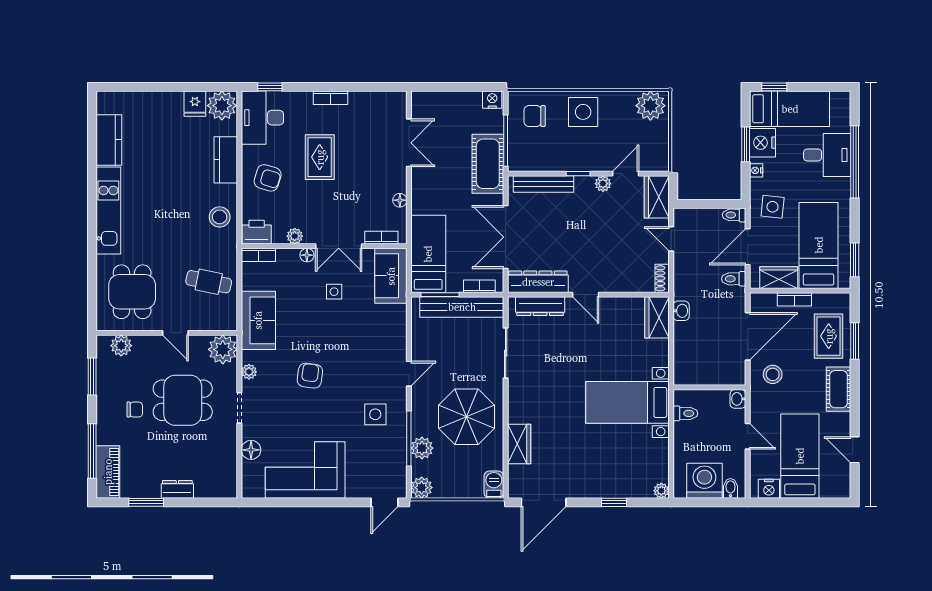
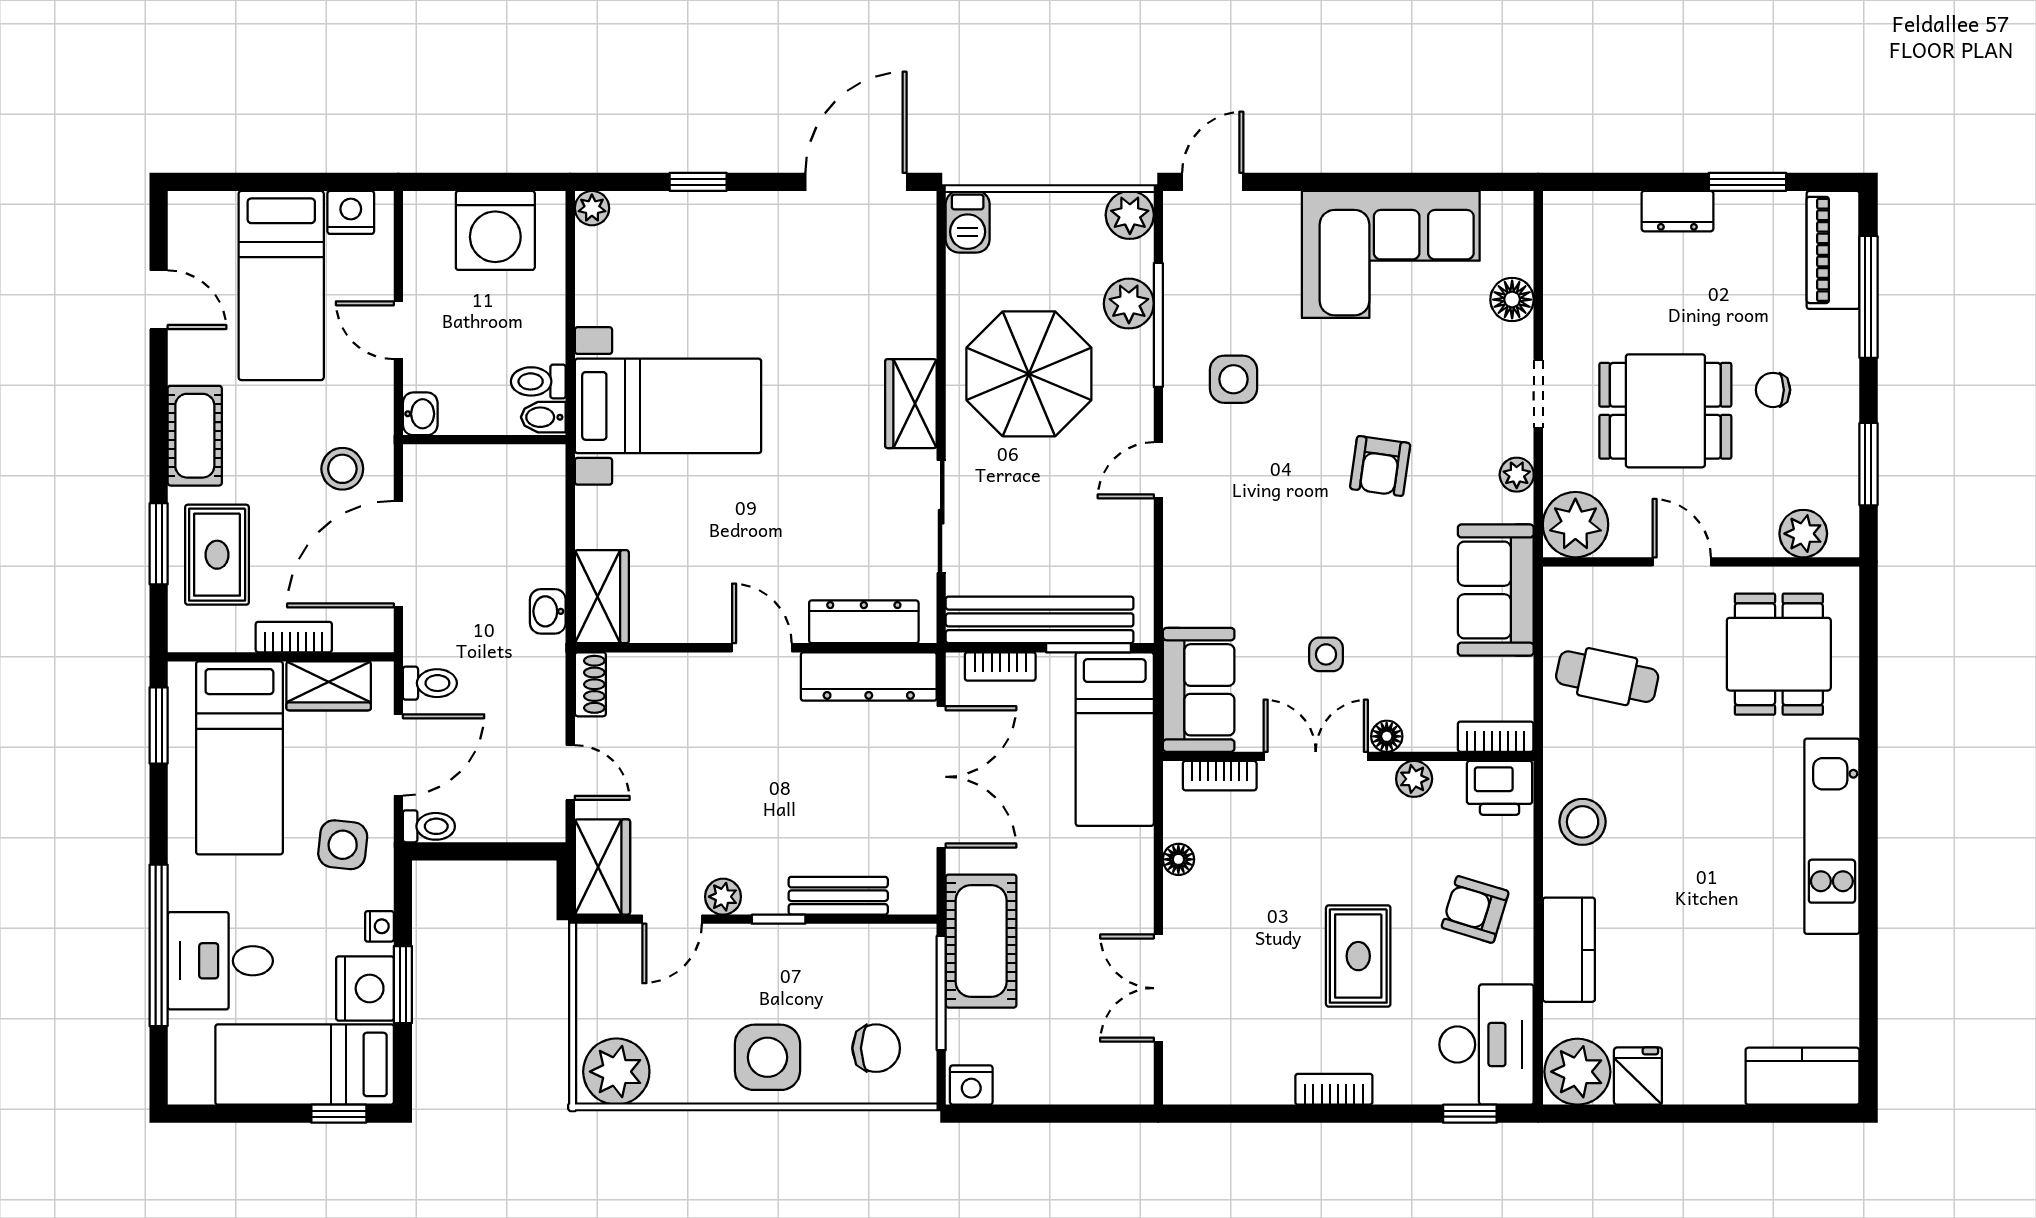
kitchen counter: (109, 140) -> (1802, 1076), moved, turned 90
bench: (543, 184) -> (838, 896), width x0.73
wardrobe: (519, 444) -> (911, 404), moved
bidet: (730, 488) -> (543, 417), moved, turned 90

